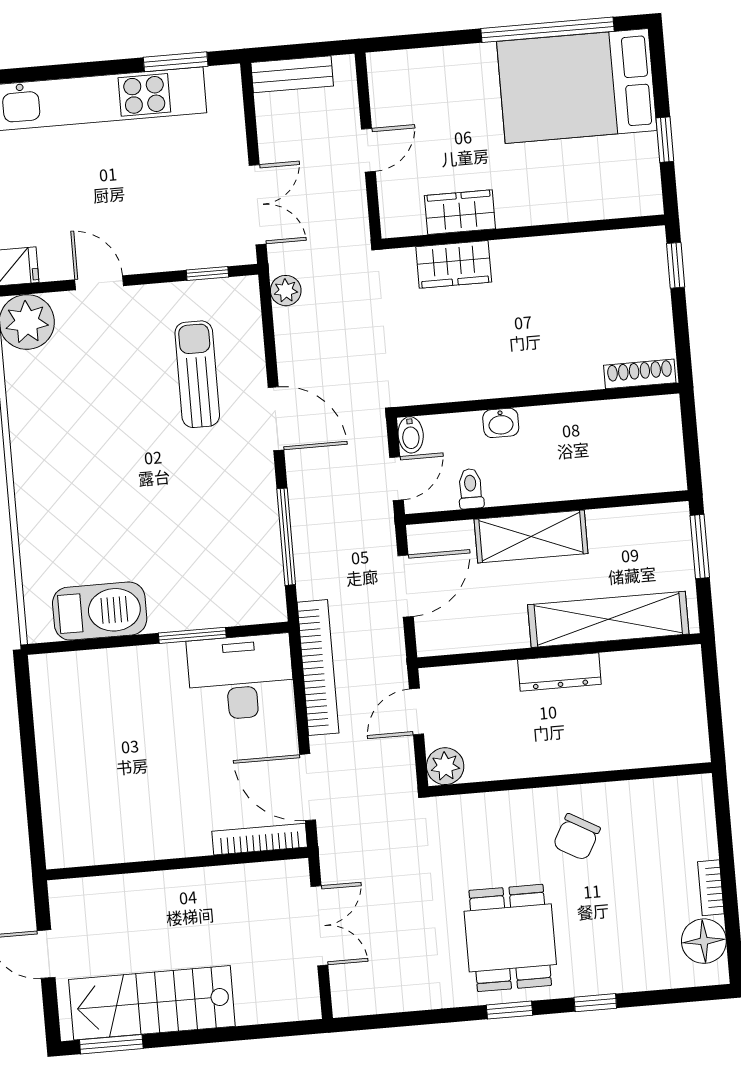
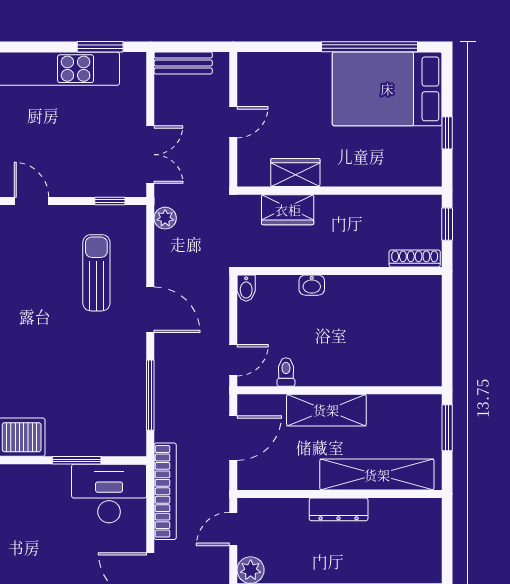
shoe rack: (640, 374) -> (415, 258), moved
wall: (538, 400) -> (340, 271), moved
washbasin: (501, 423) -> (312, 285), moved
bidet: (411, 435) -> (246, 288), moved

